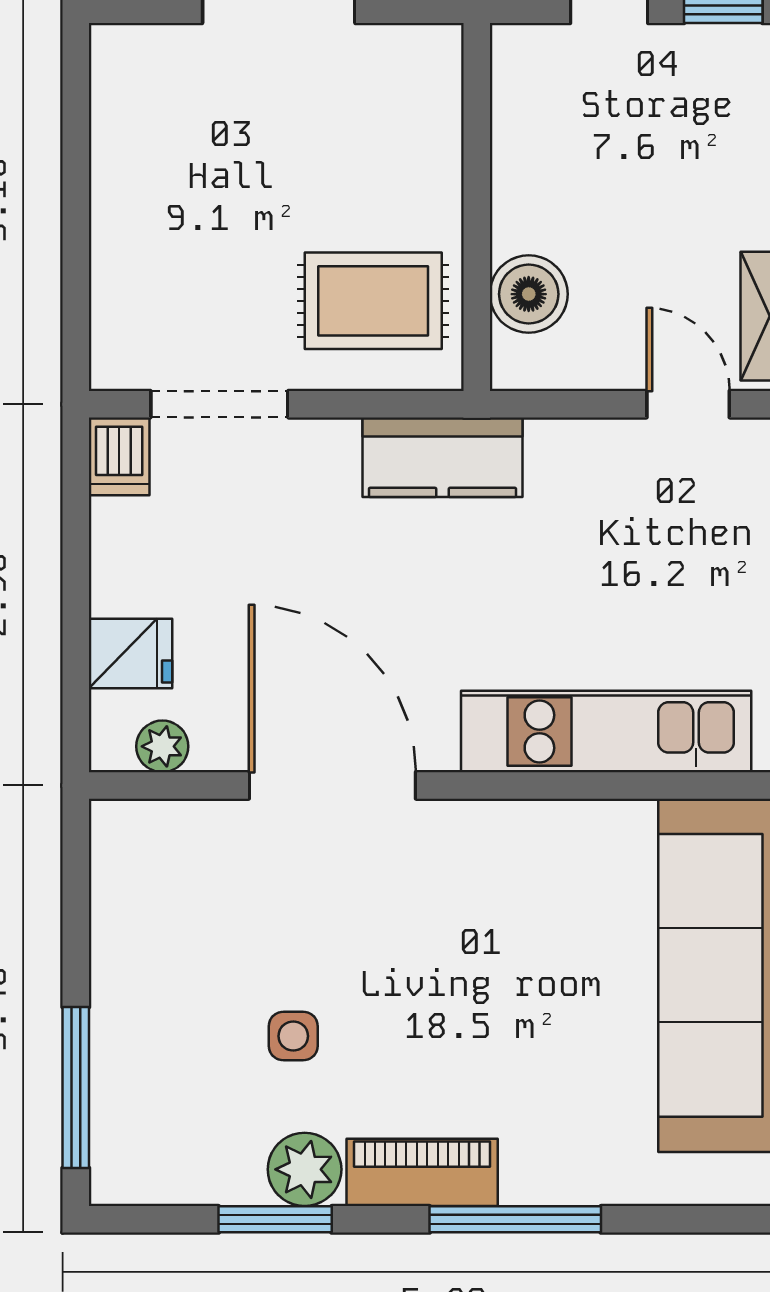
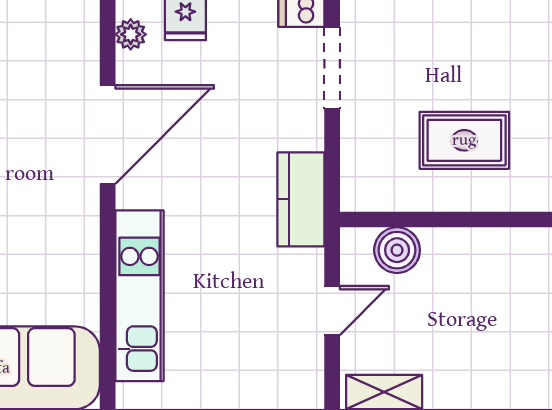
rug: (373, 301) -> (464, 140), moved, turned 90
door: (688, 404) -> (332, 310), moved

